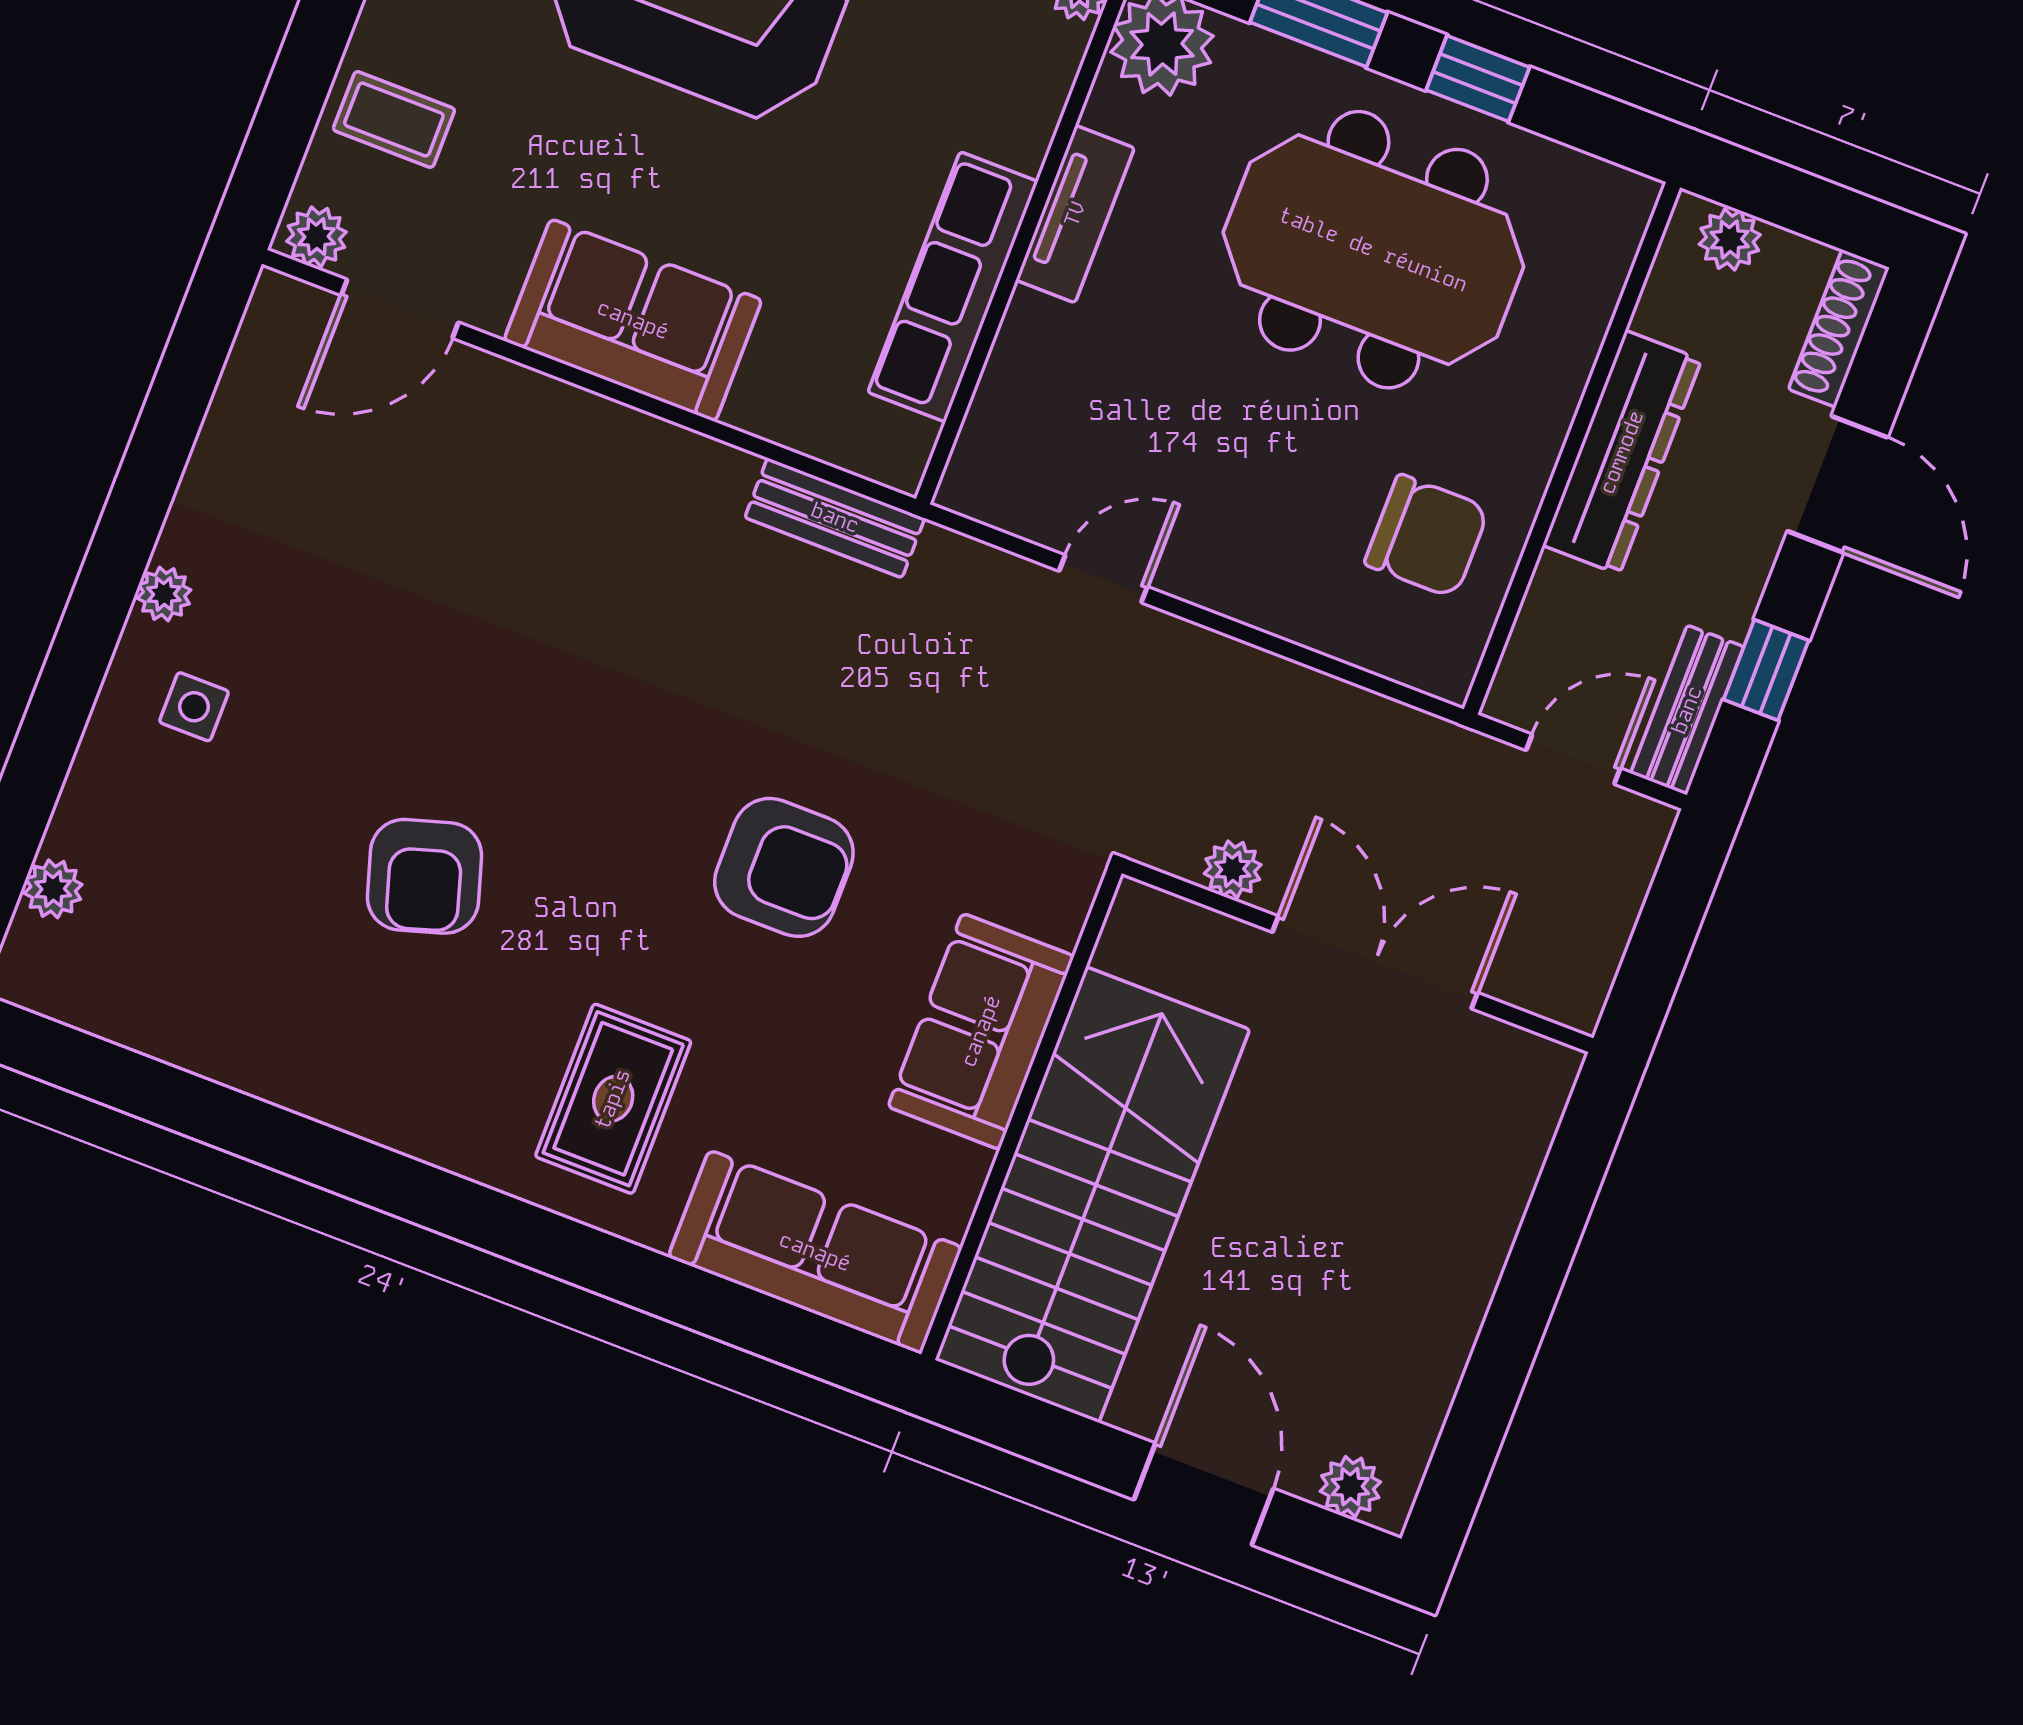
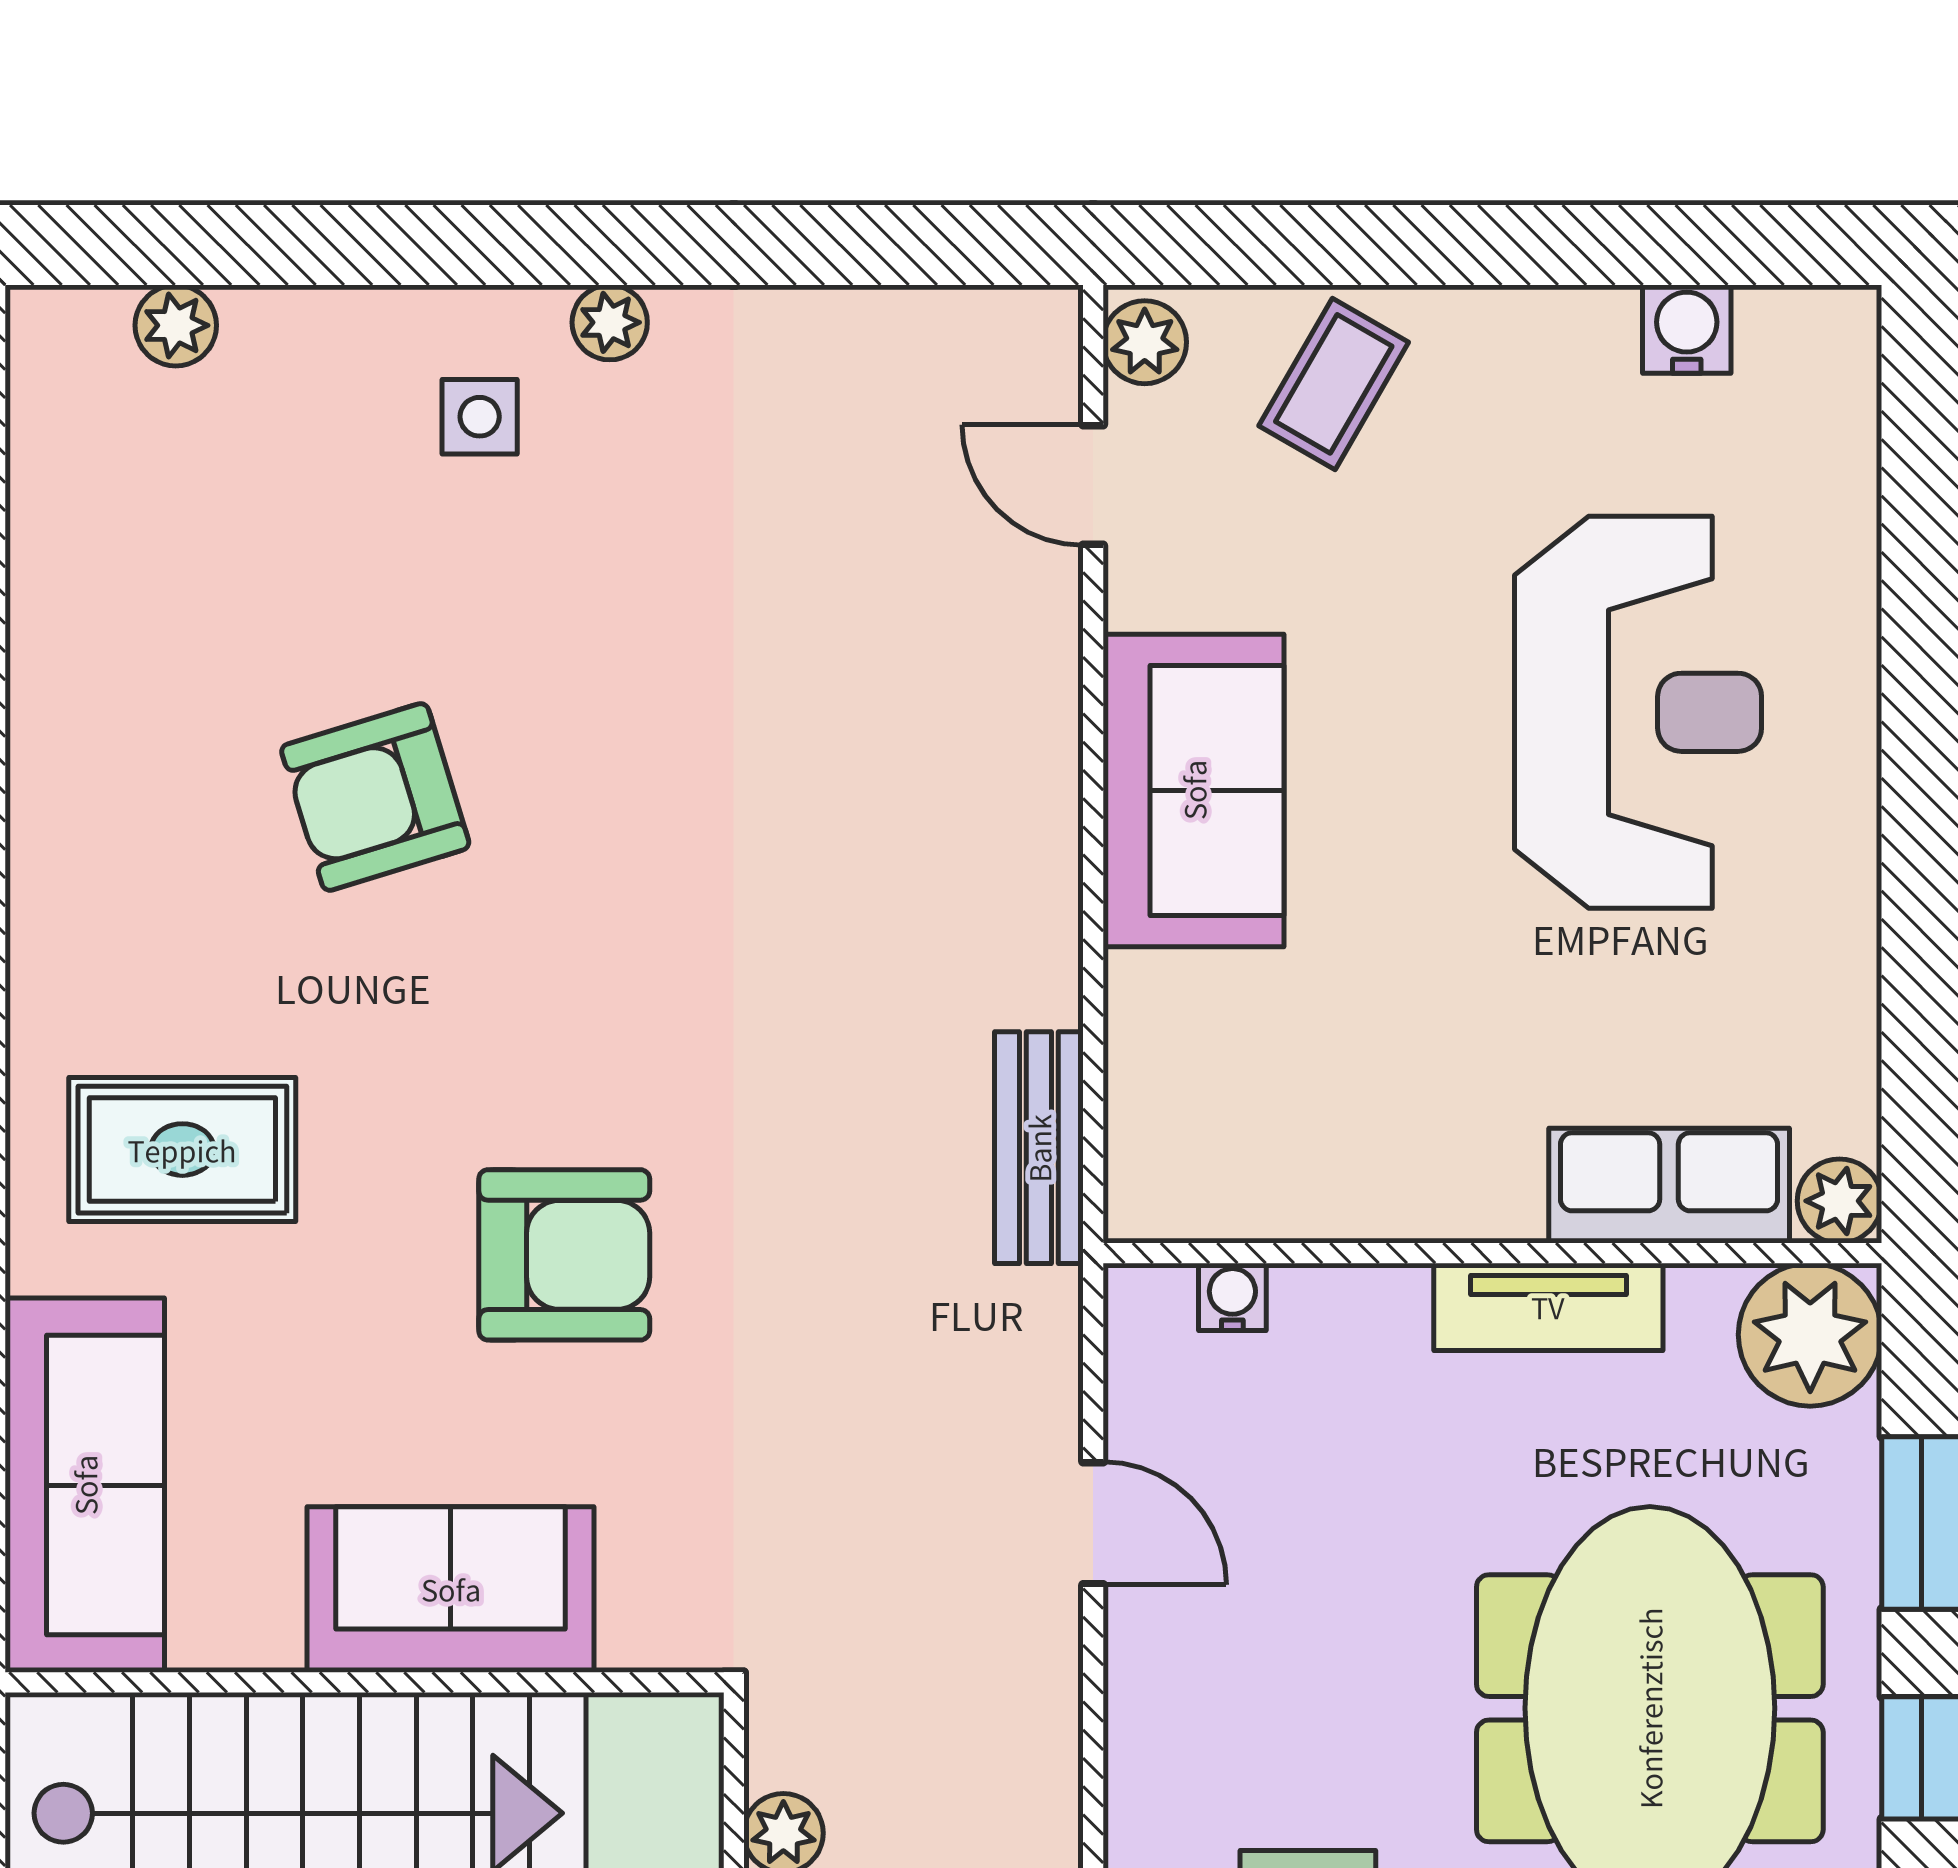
coffee table: (394, 119) -> (1334, 384), turned 30
row of seats: (953, 287) -> (1669, 1186), moved, width x0.68
door: (400, 309) -> (1093, 485), width x0.73
water cooler: (986, 426) -> (1232, 1297), added
armchair: (784, 867) -> (564, 1255), turned -90

